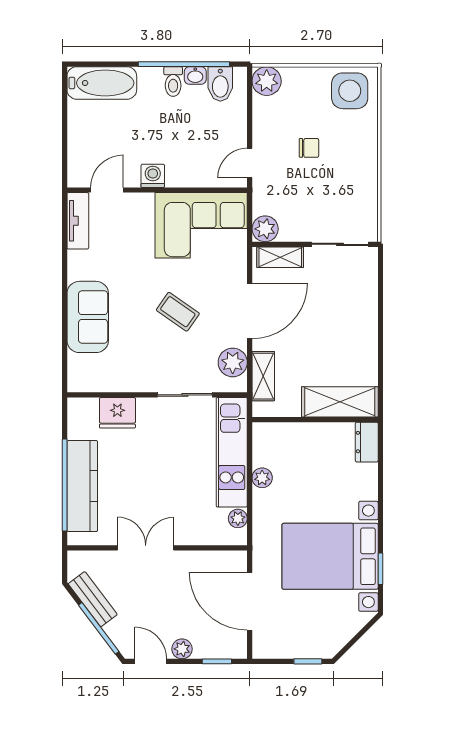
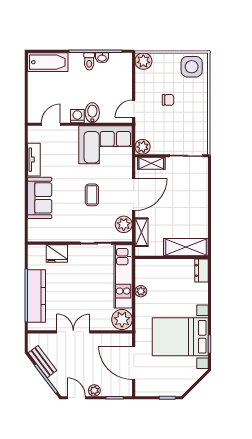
bidet: (220, 84) -> (92, 113), moved, turned 180
tv unit: (78, 221) -> (34, 160), moved
coffee table: (178, 312) -> (92, 195), turned 55
plant: (238, 518) -> (122, 320), width x1.87, depth x1.87

